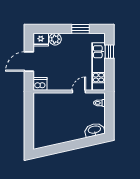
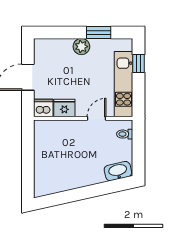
plant: (55, 39) -> (81, 47), moved
fridge: (41, 40) -> (64, 108), moved, turned 180

